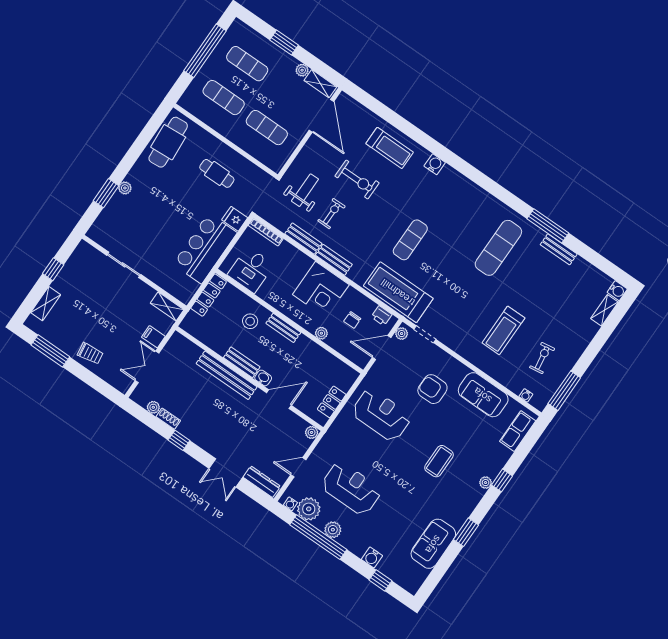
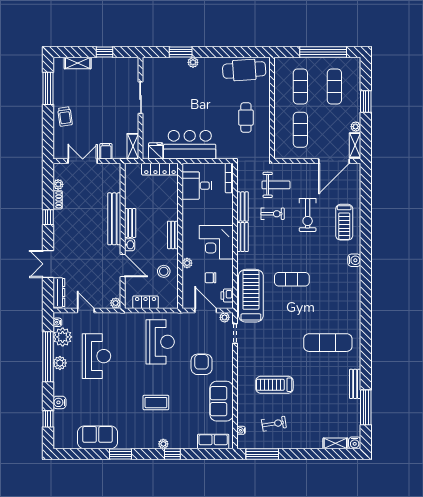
fridge: (235, 219) -> (156, 151), moved
window: (548, 226) -> (366, 407), moved
stool: (250, 321) -> (164, 271), moved

